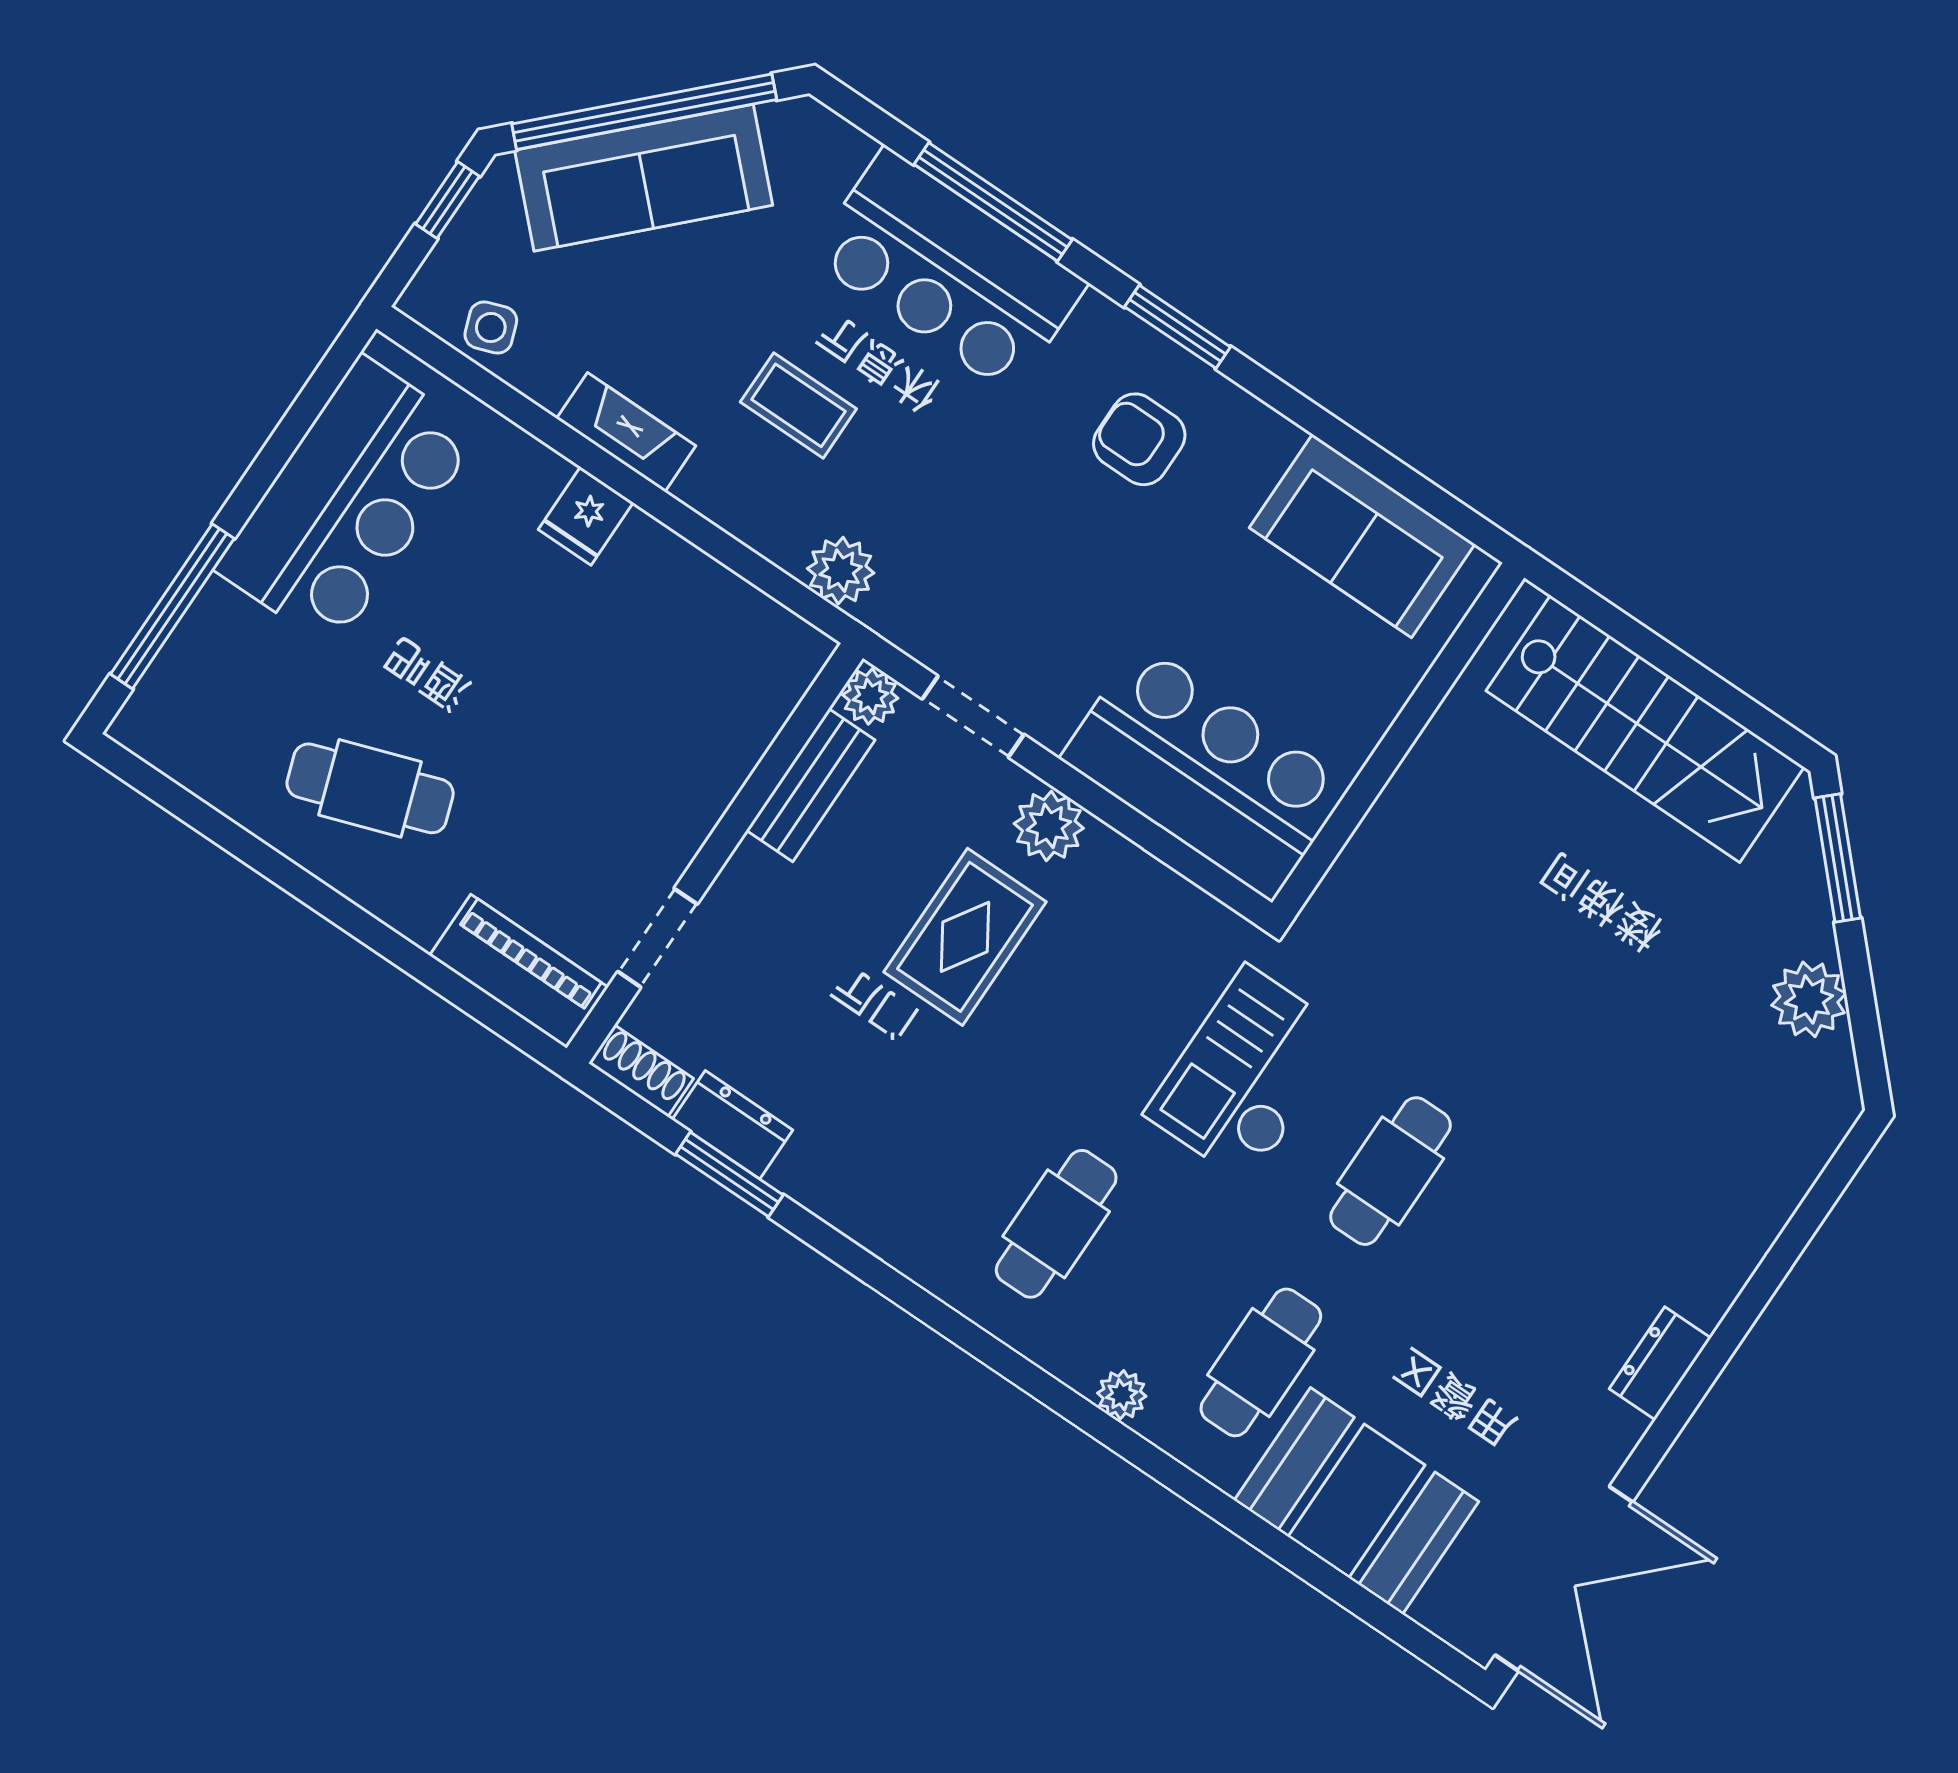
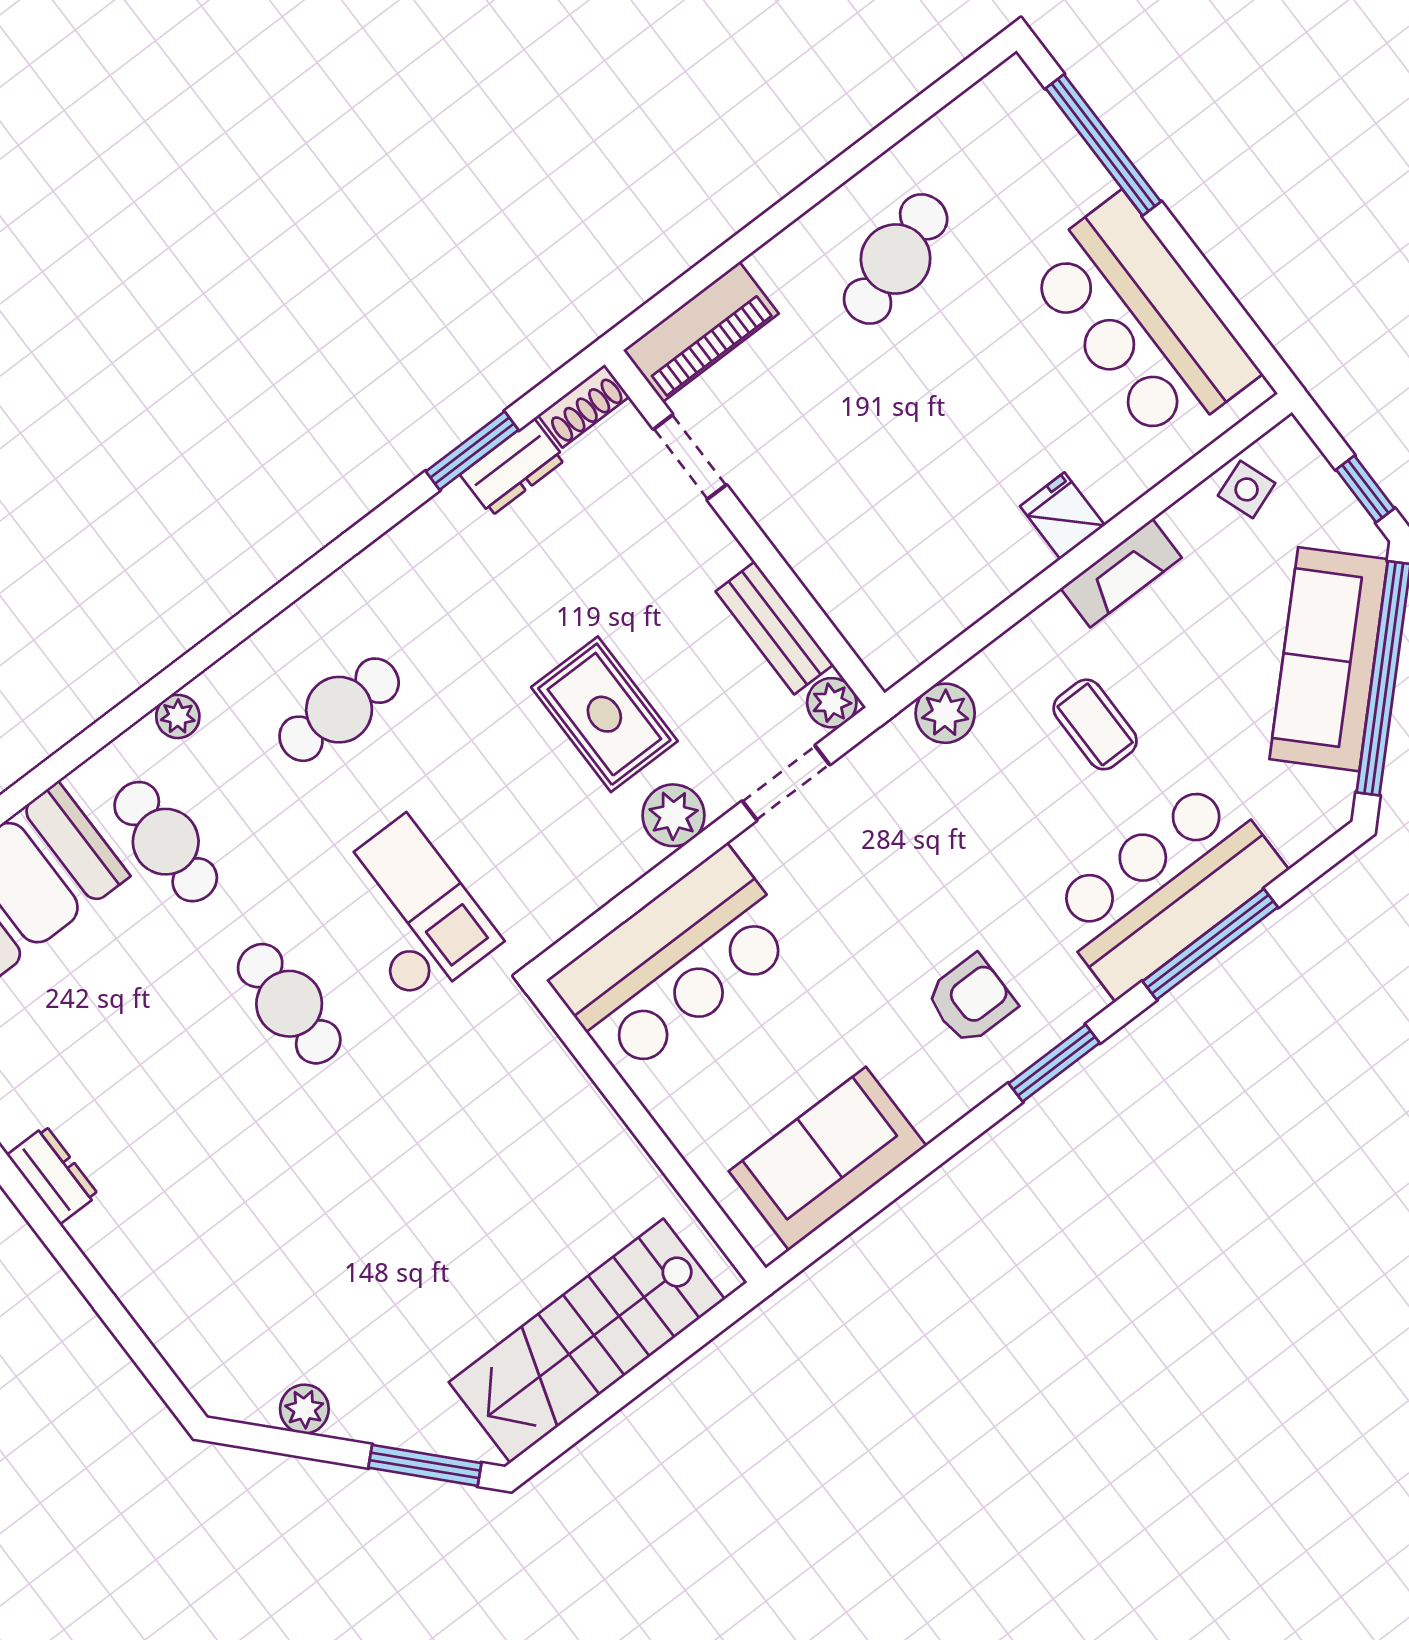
coffee table: (798, 405) -> (1095, 724), turned 90
plant: (1809, 999) -> (304, 1409), width x0.73, depth x0.73
cafe table: (1056, 1224) -> (339, 710), turned 90

